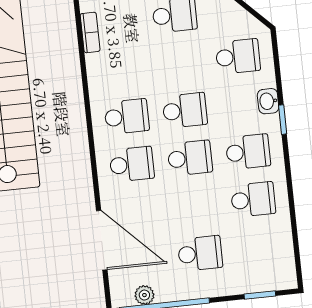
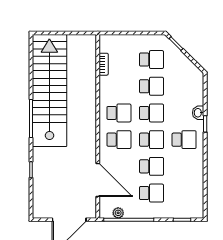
school desk: (238, 56) -> (151, 86), moved
school desk: (253, 199) -> (151, 166), moved

